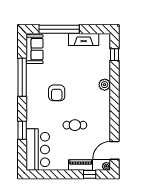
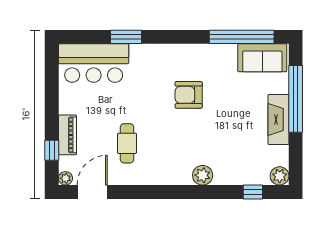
fireplace: (84, 39) -> (278, 119), moved
plant: (105, 39) -> (280, 176), added
window: (22, 77) -> (242, 37), moved
cafe table: (75, 125) -> (127, 143), moved
door: (115, 150) -> (92, 192), hinge flipped

